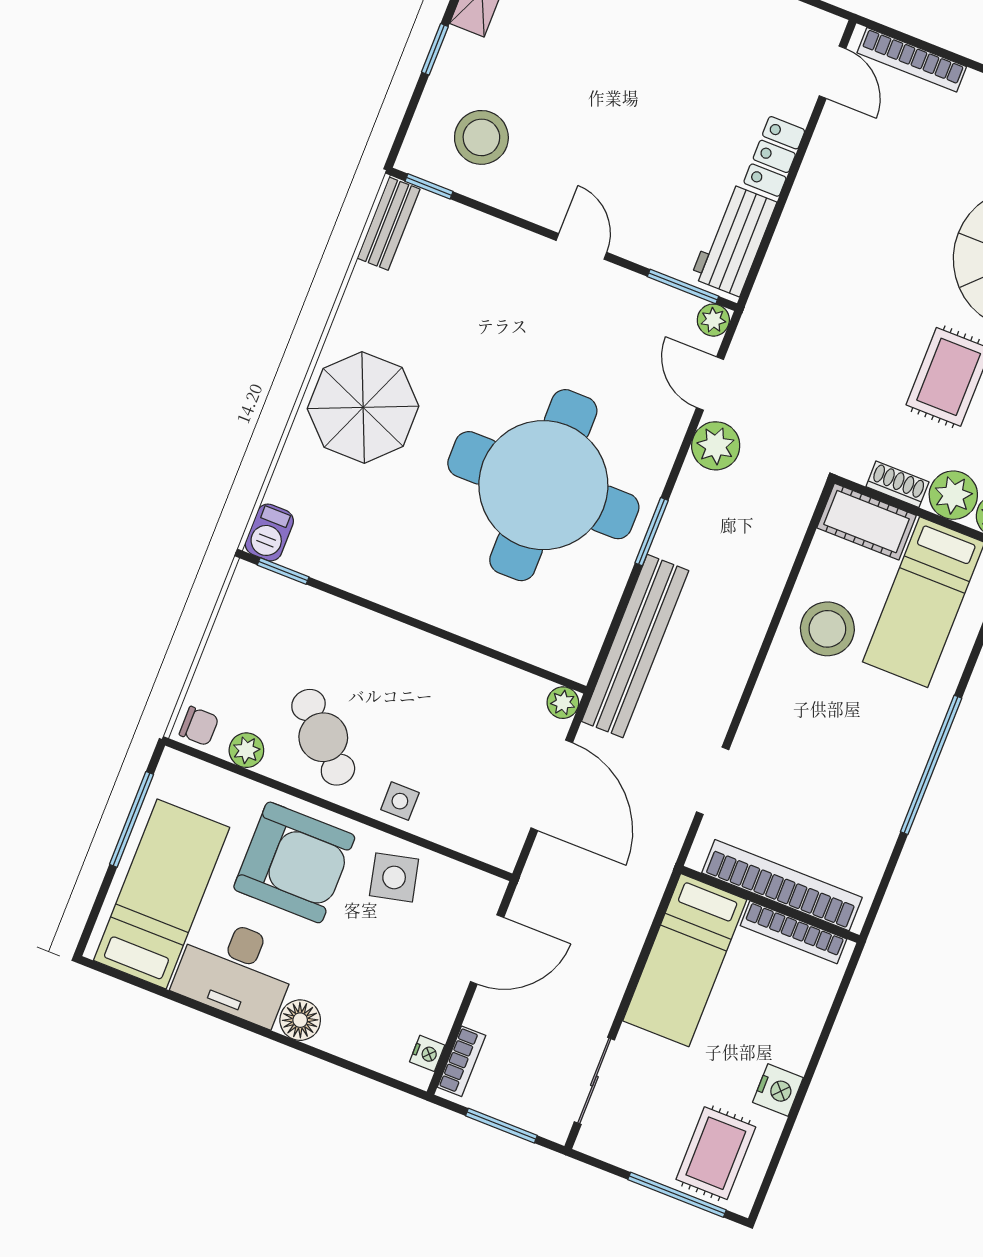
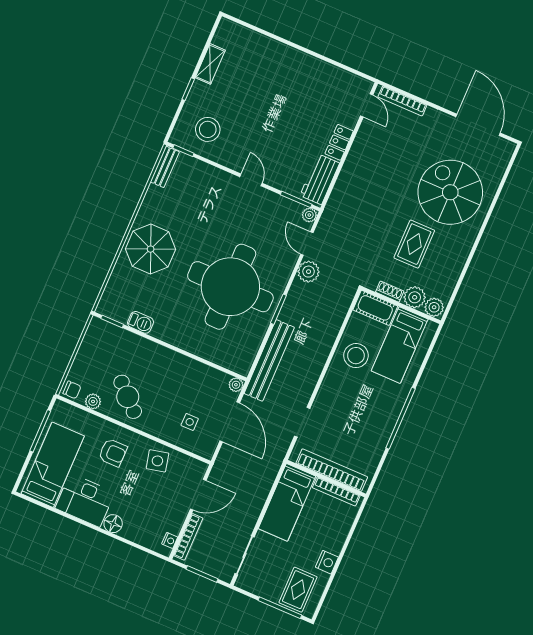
barbecue: (269, 532) -> (141, 322), moved, turned -90
side table: (400, 801) -> (190, 422), moved
armchair: (294, 862) -> (113, 453), width x0.53, depth x0.53
bookcase: (462, 1061) -> (188, 537), width x1.56

